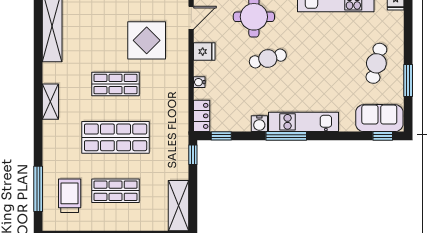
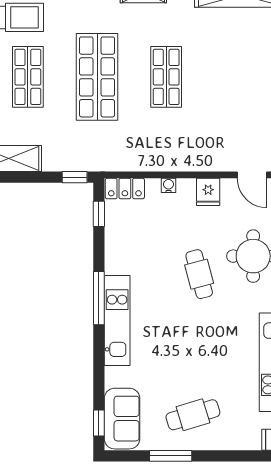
display table: (147, 40) -> (223, 117), removed
cafe table: (376, 63) -> (193, 415), turned -31
water cooler: (259, 124) -> (115, 263), removed

